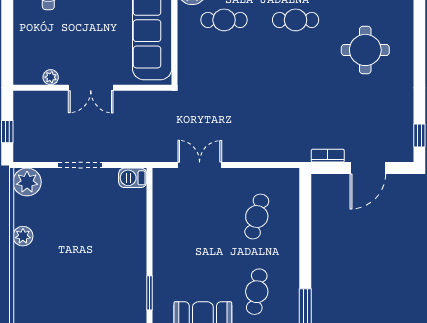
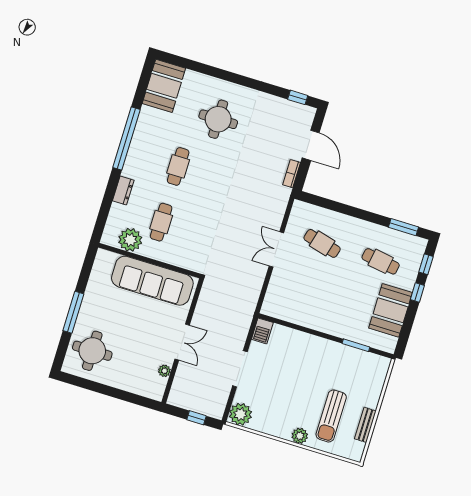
double door: (200, 165) -> (276, 249), moved
plant: (23, 236) -> (300, 436), moved
sun lounger: (57, 289) -> (331, 416), added

